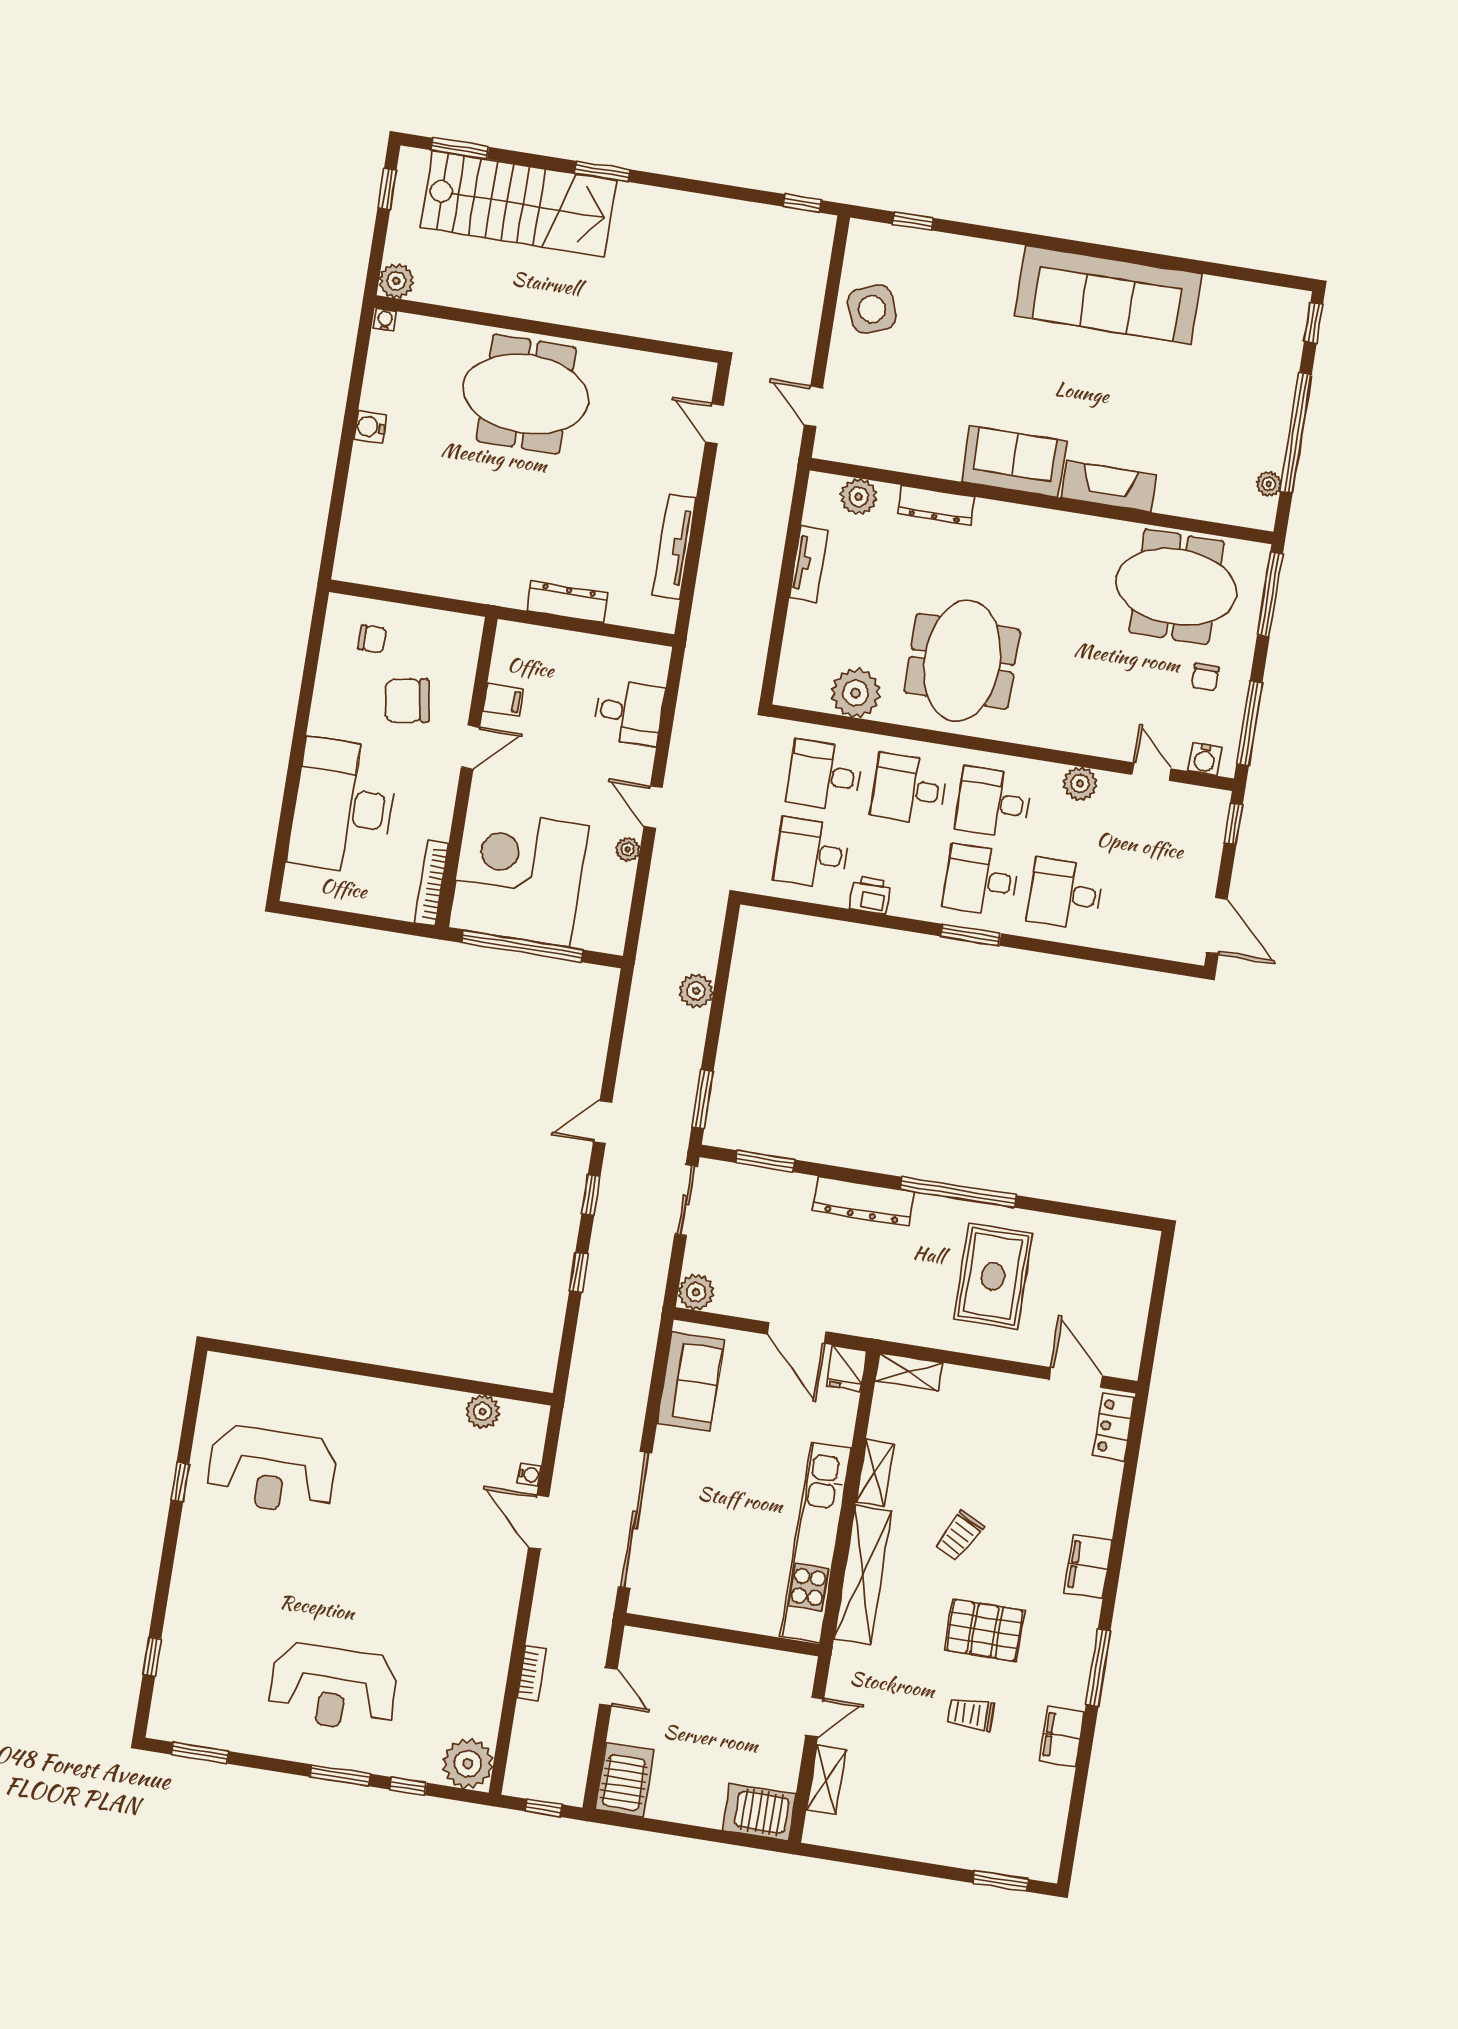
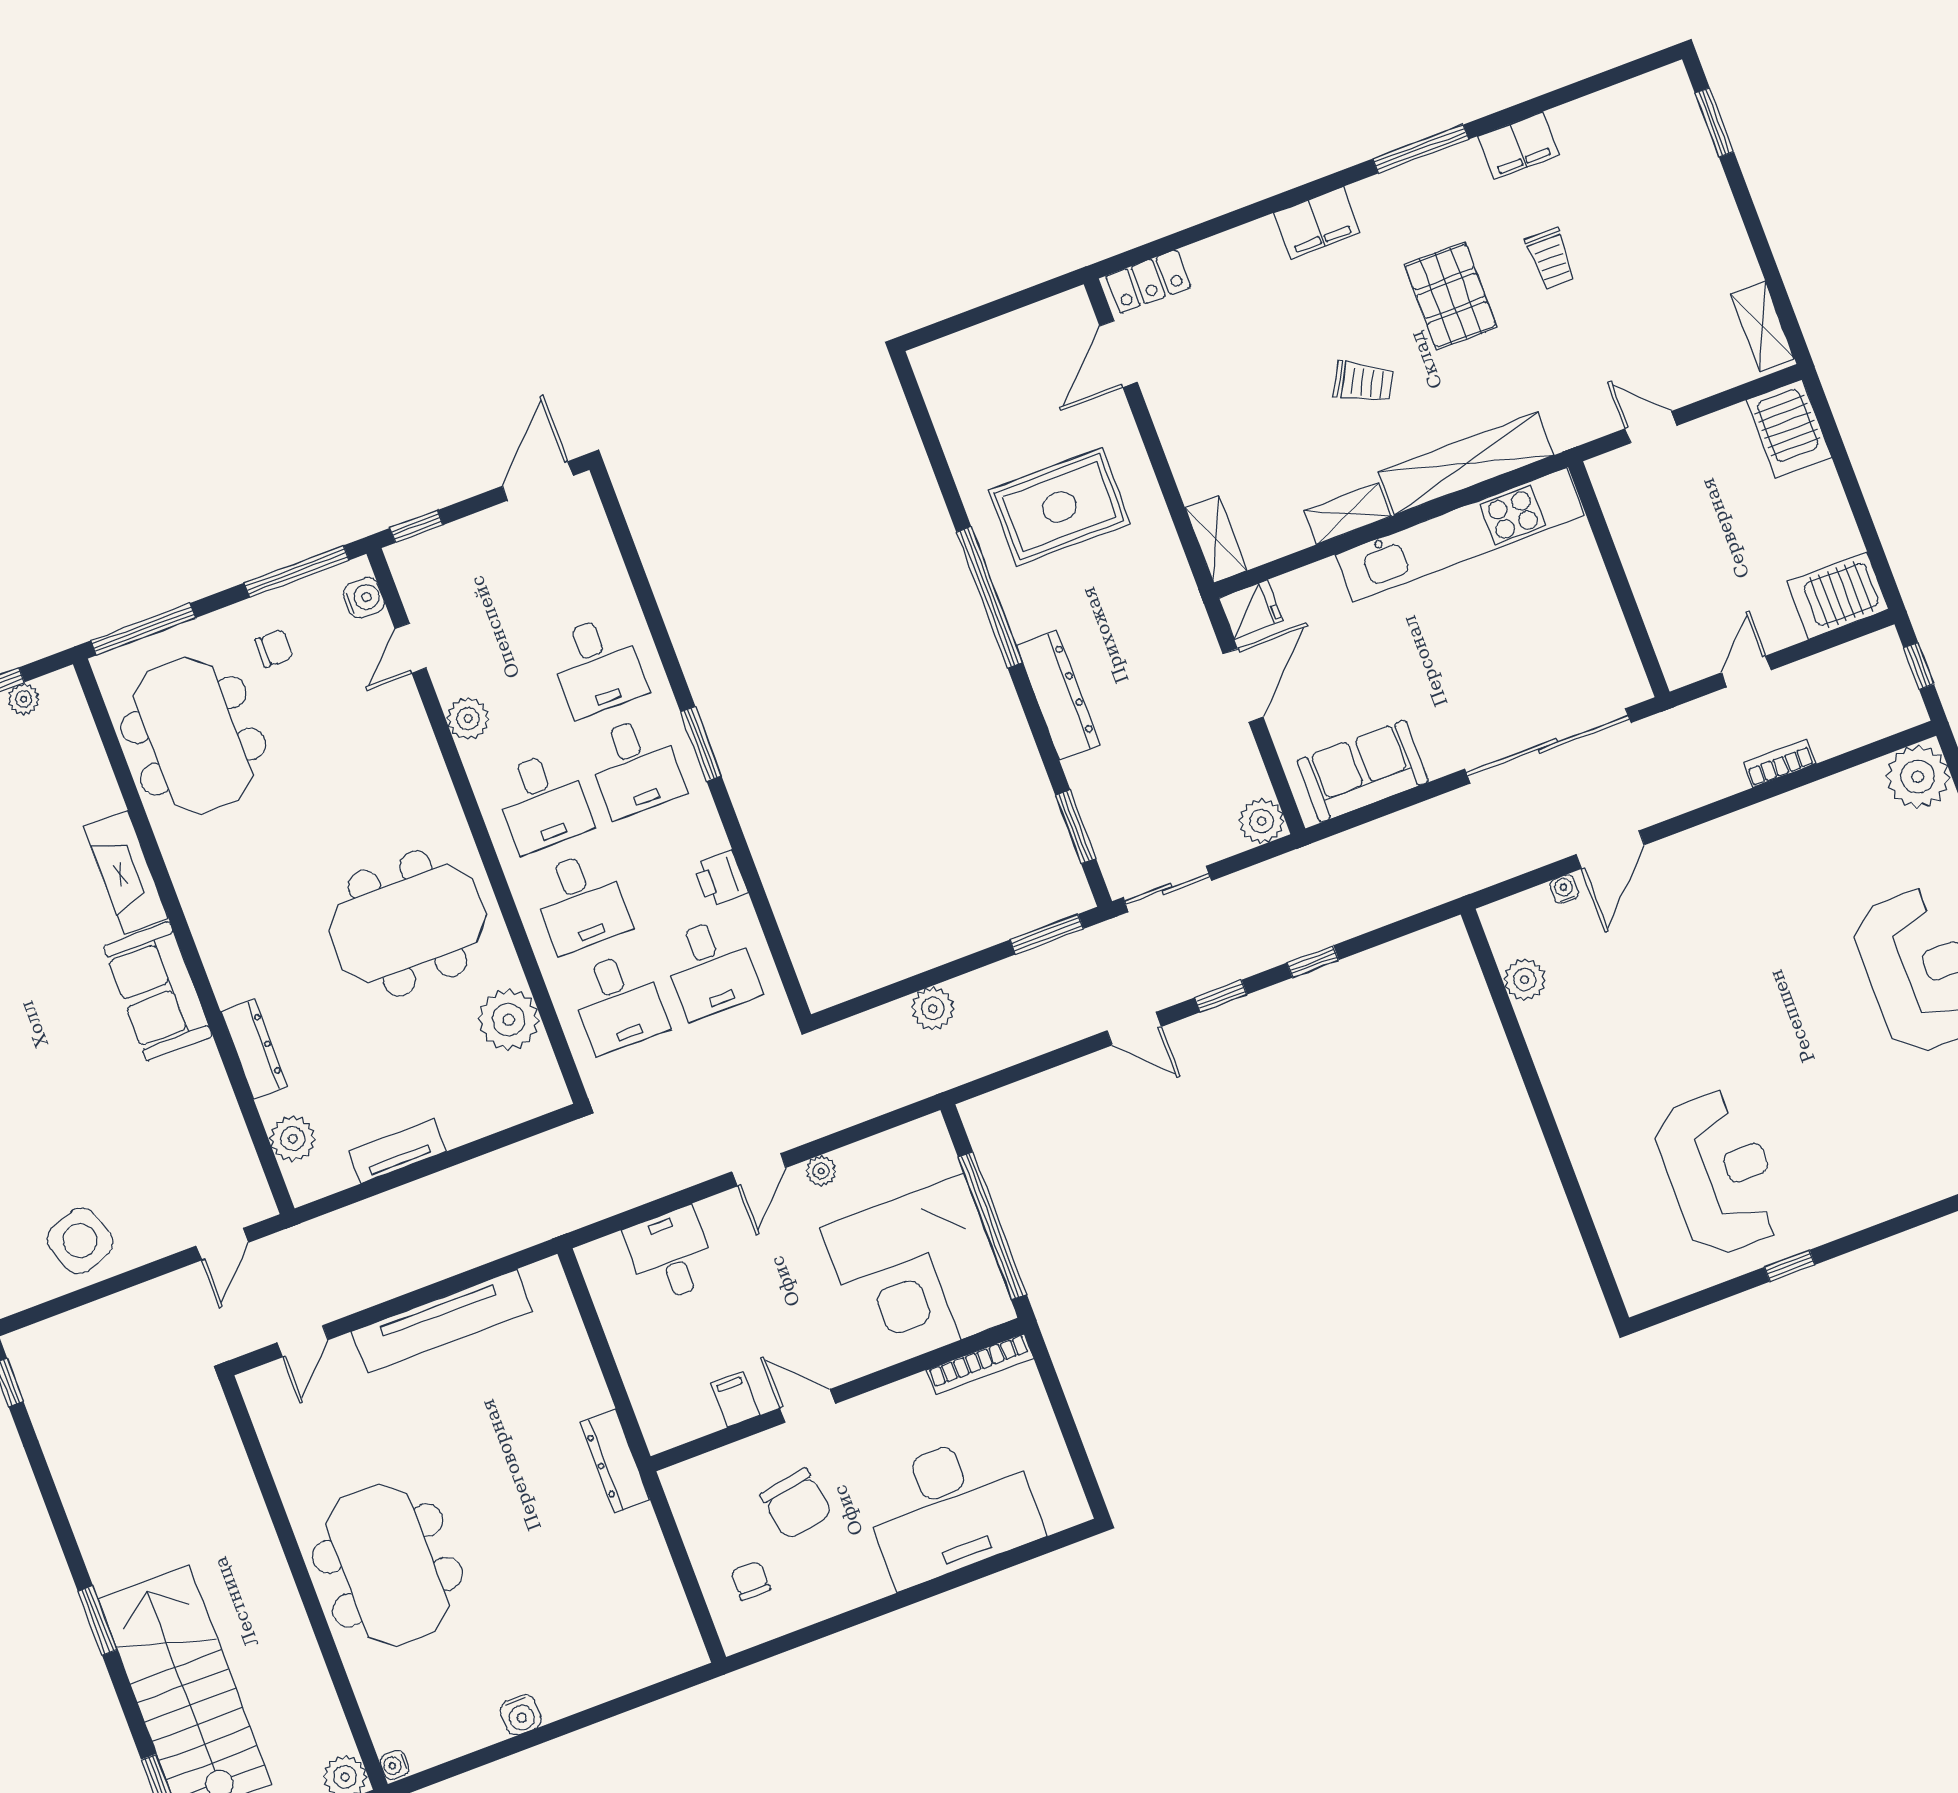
tv unit: (674, 547) -> (442, 1321), width x1.36, depth x1.29
dresser: (567, 602) -> (615, 1461), moved
shelving: (826, 1780) -> (1763, 326), moved, turned 90

